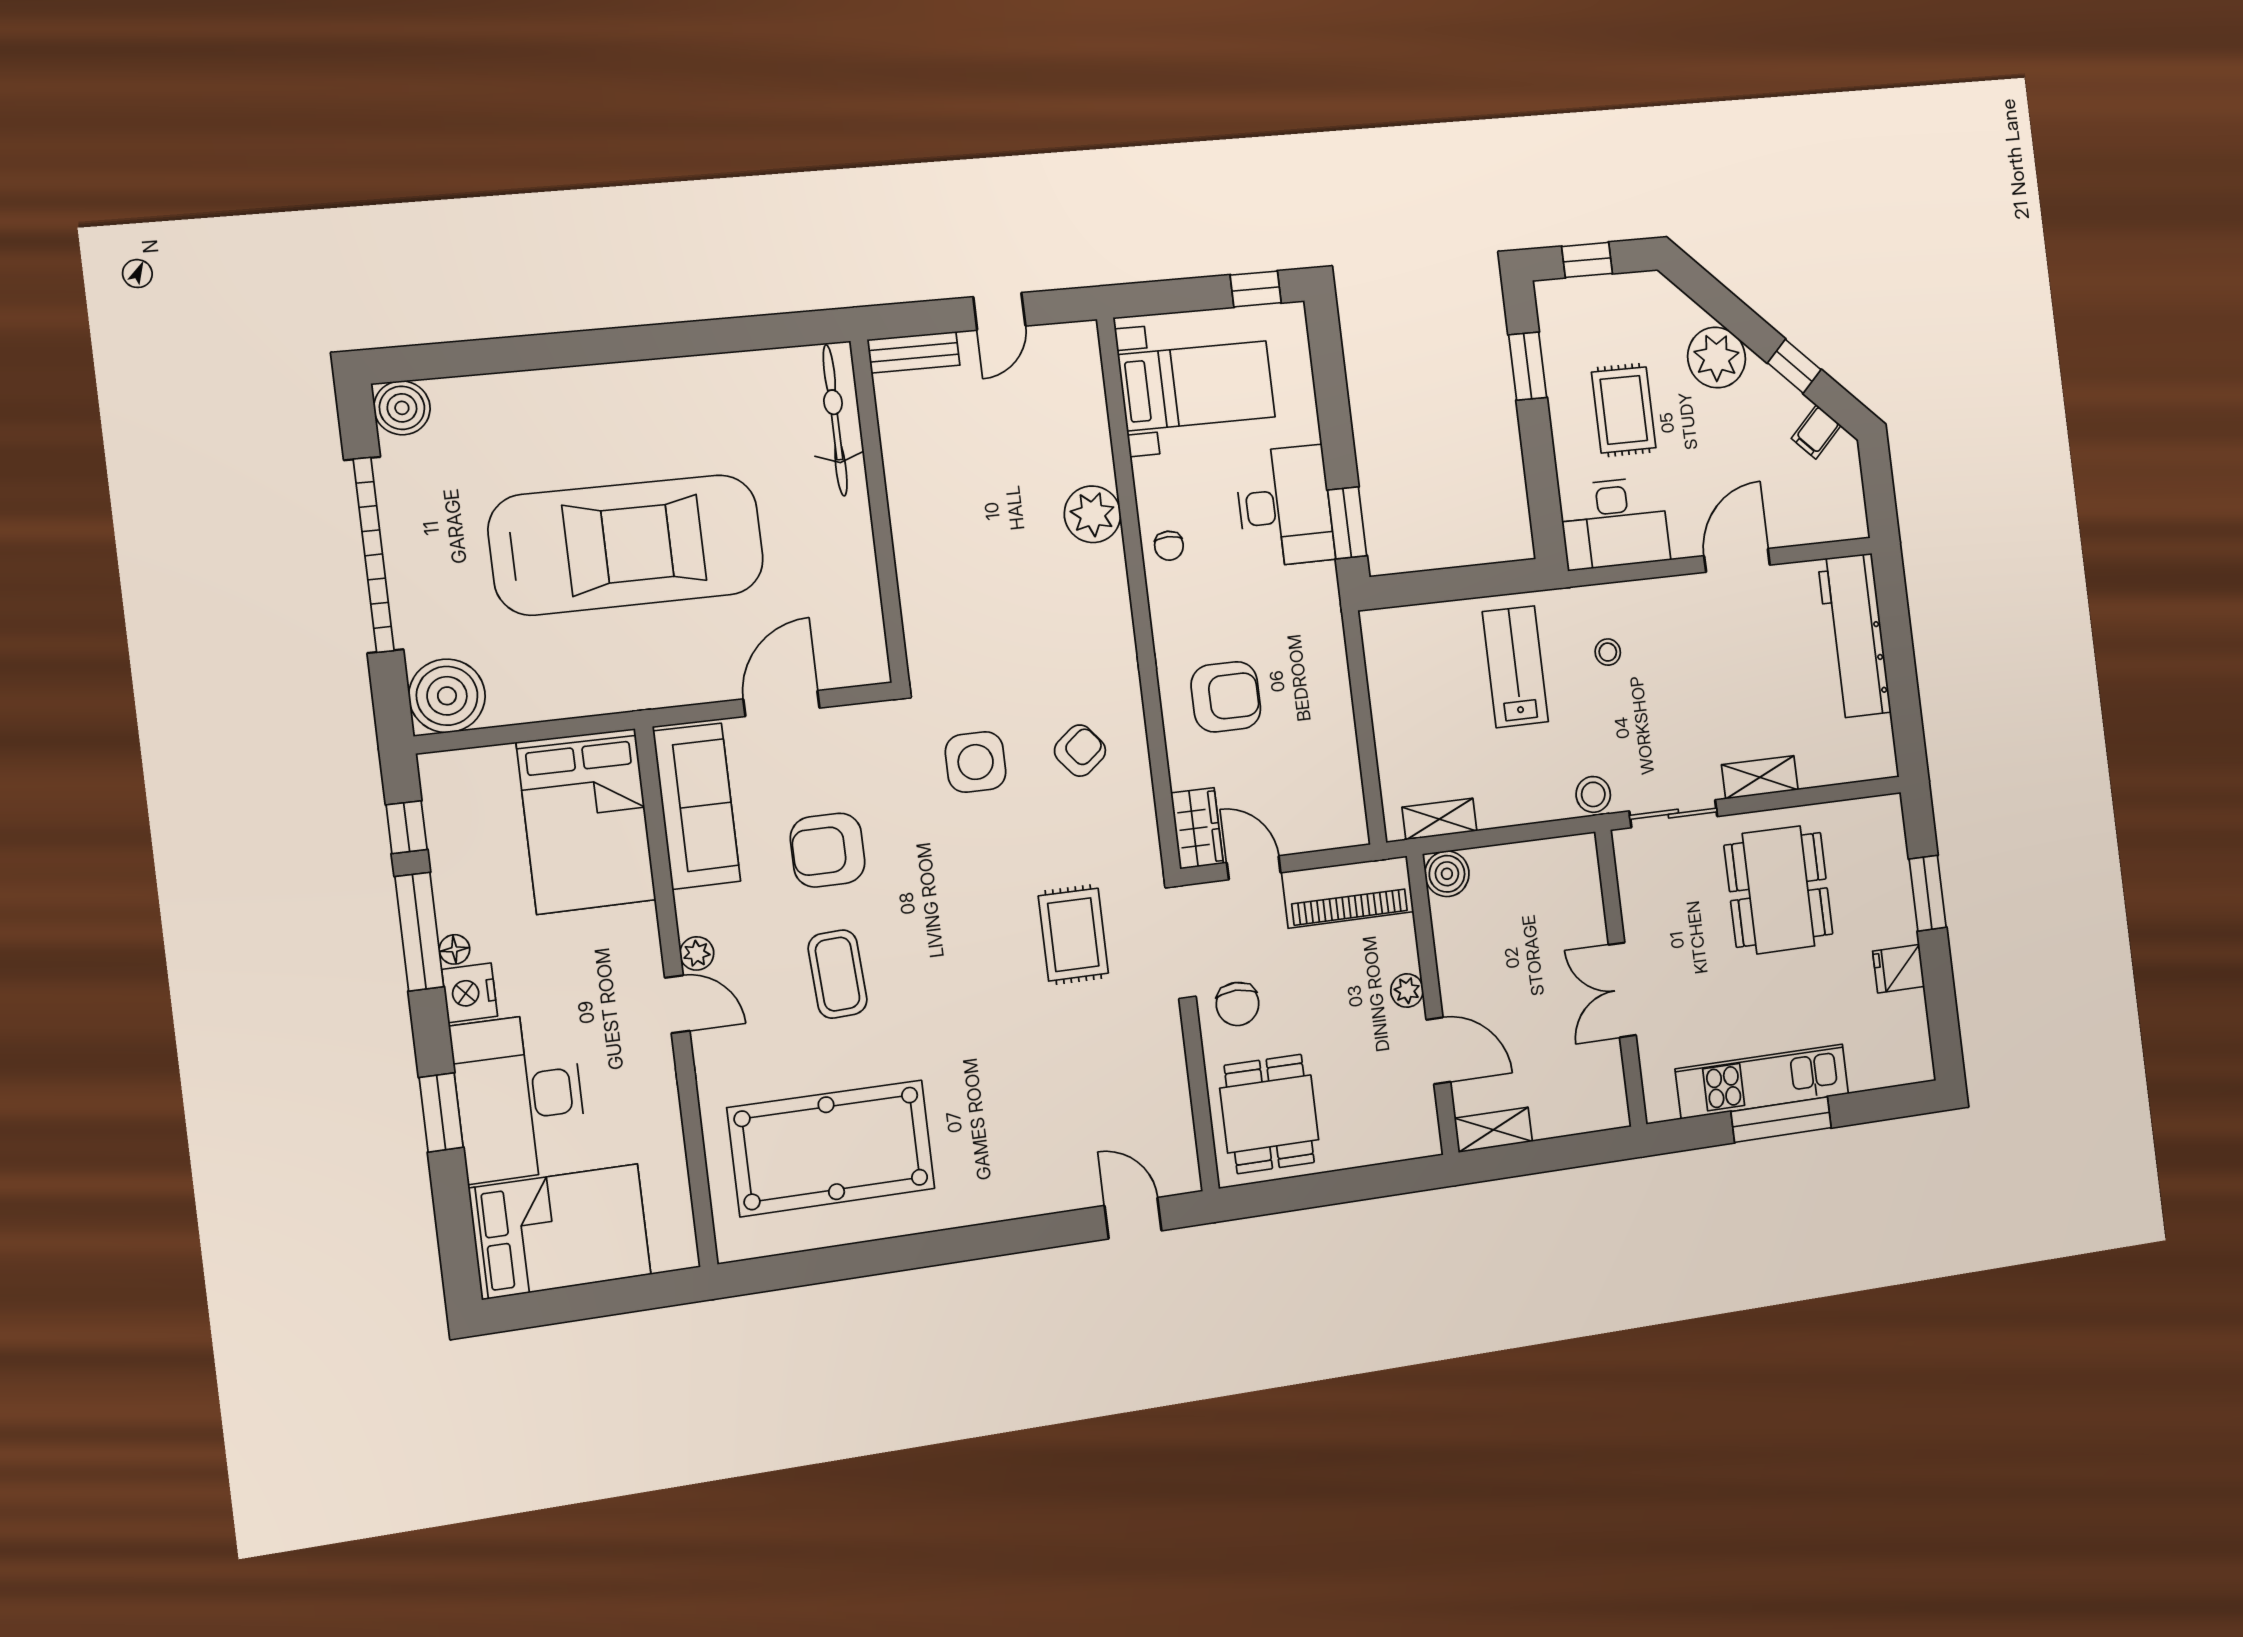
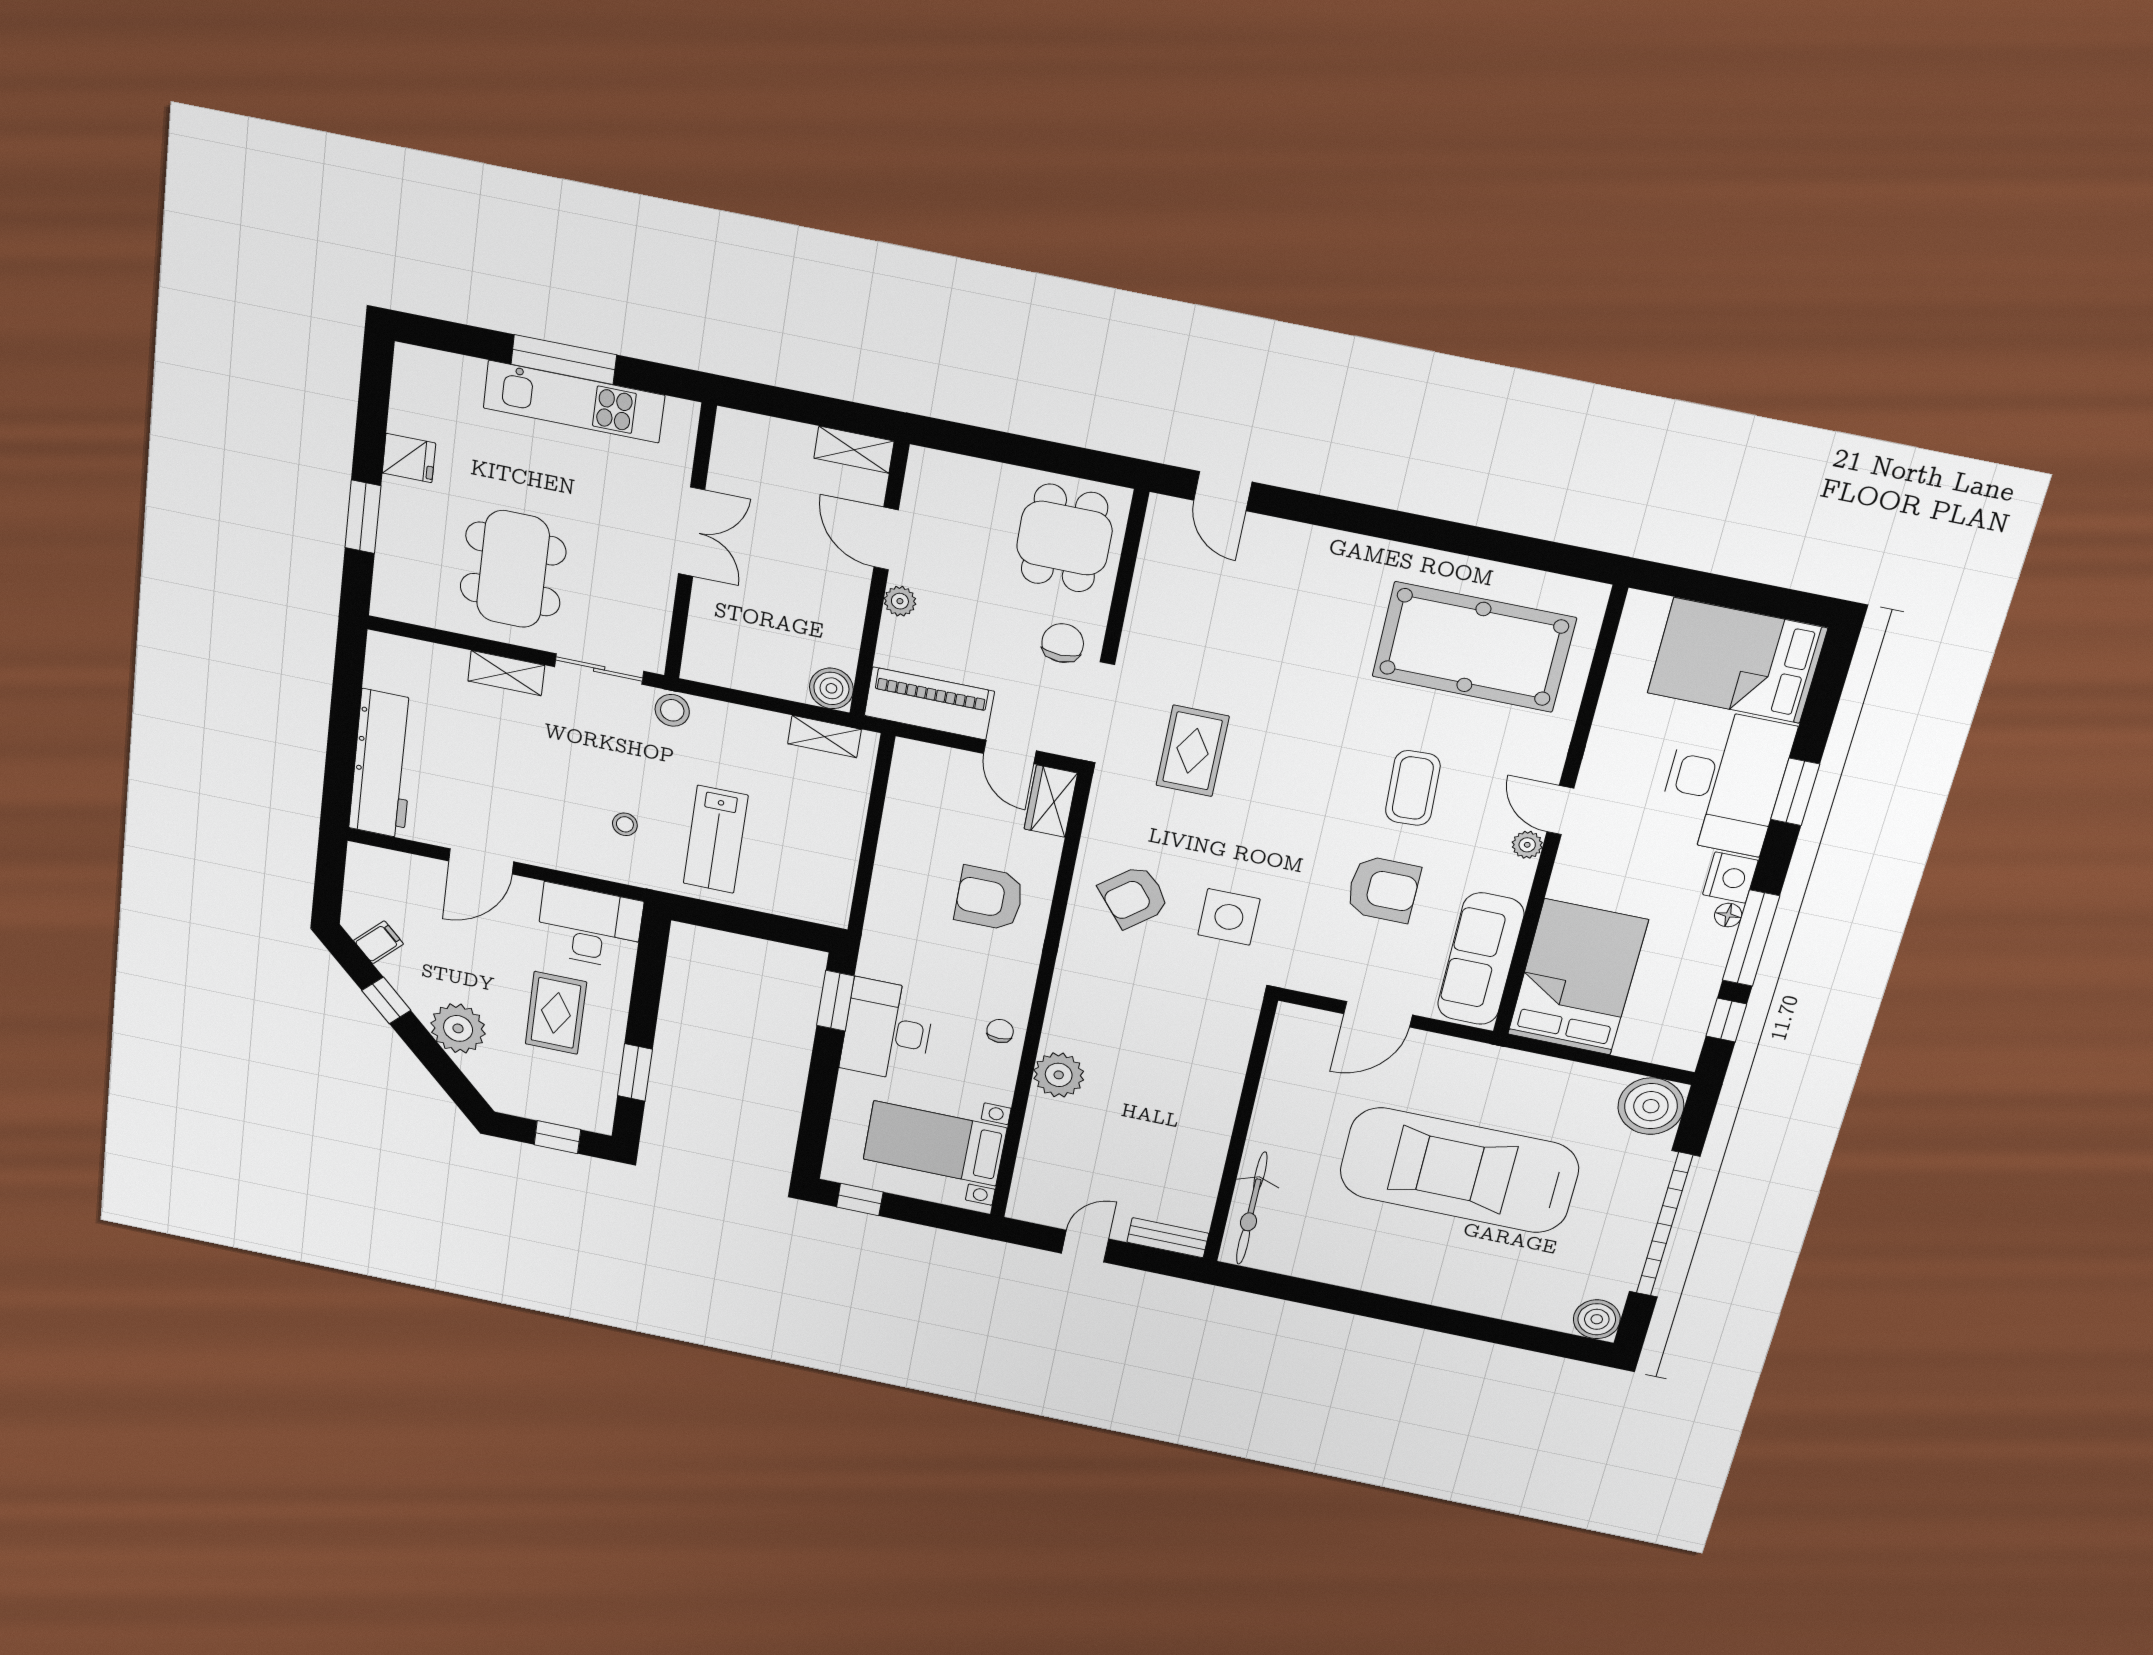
armchair: (1080, 751) -> (1134, 897), width x1.38, depth x1.38

